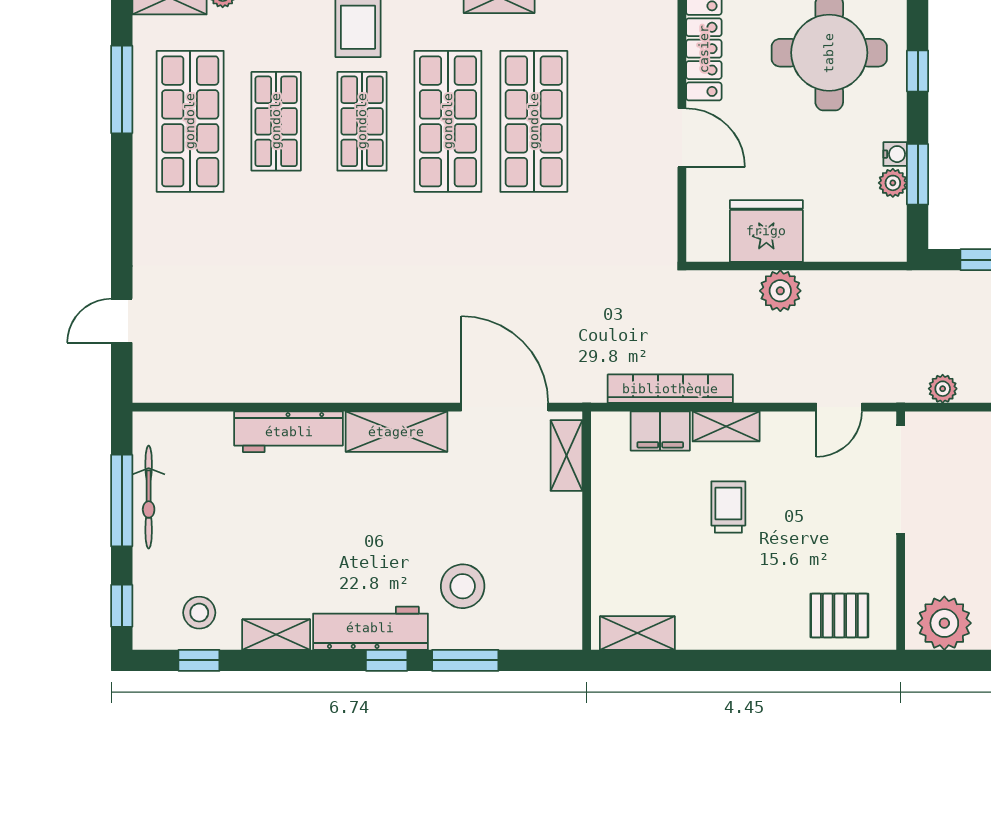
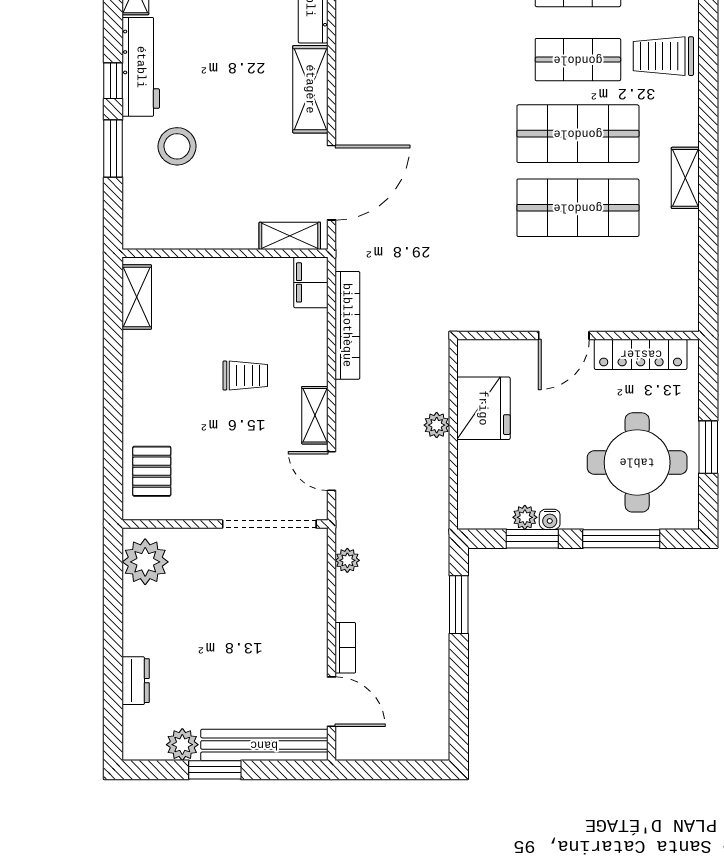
window: (918, 71) -> (621, 539), width x2.17
plant: (780, 291) -> (437, 425), width x0.73, depth x0.73
shelving: (726, 426) -> (315, 415), moved
filing cabinet: (660, 431) -> (311, 282), moved

